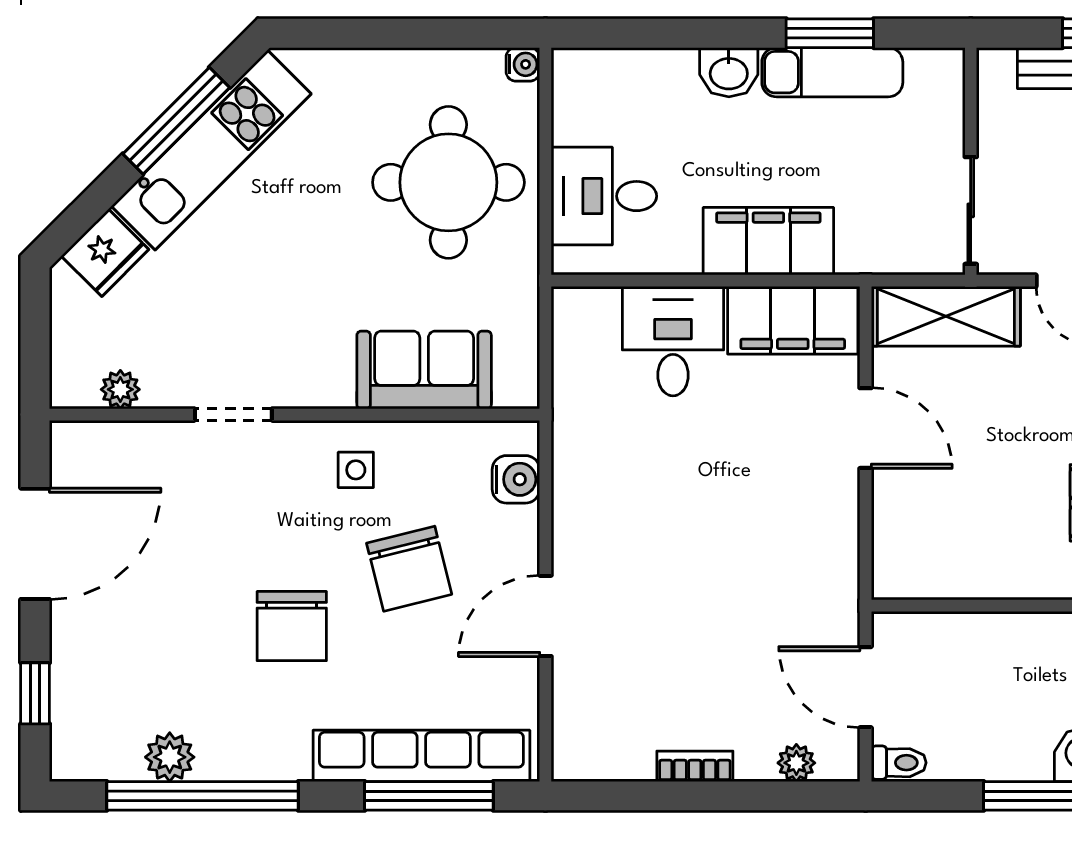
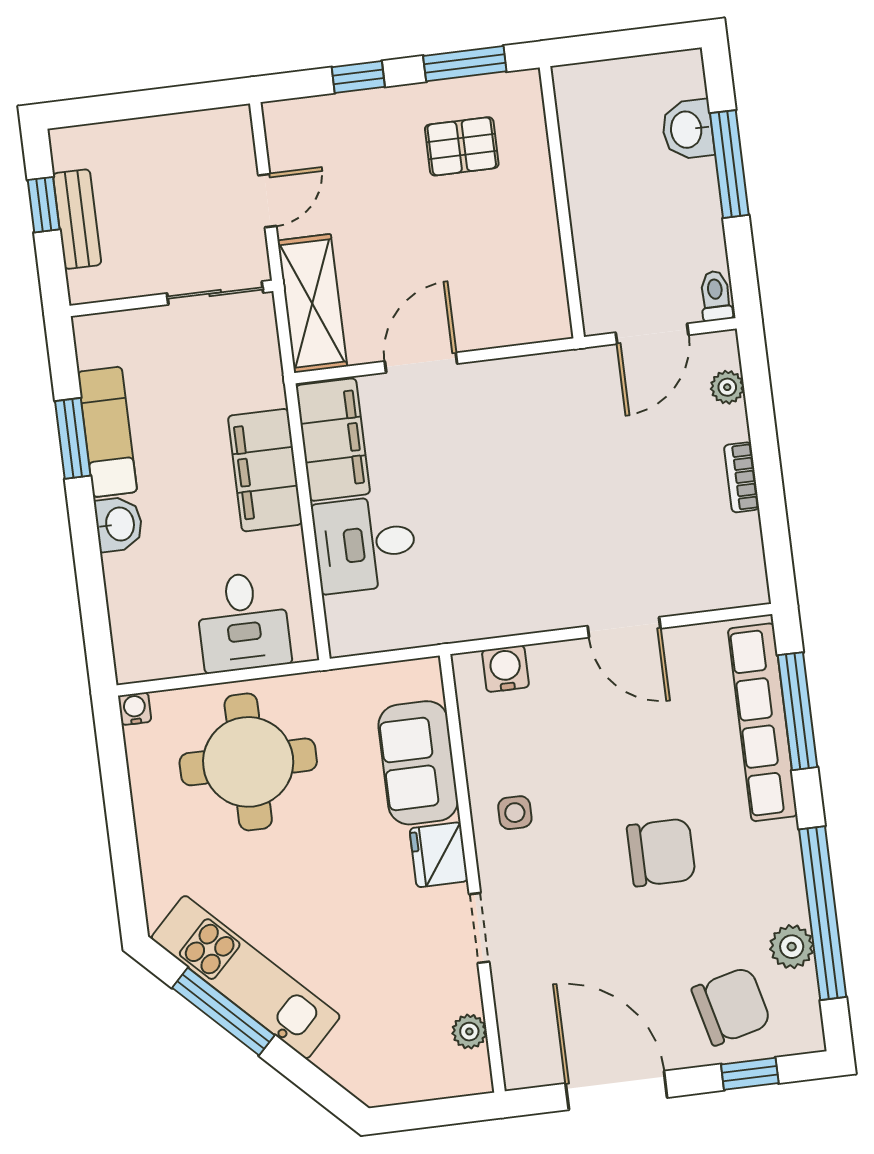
fridge: (105, 253) -> (439, 855), moved, turned -135
chair: (409, 569) -> (731, 1006), moved

